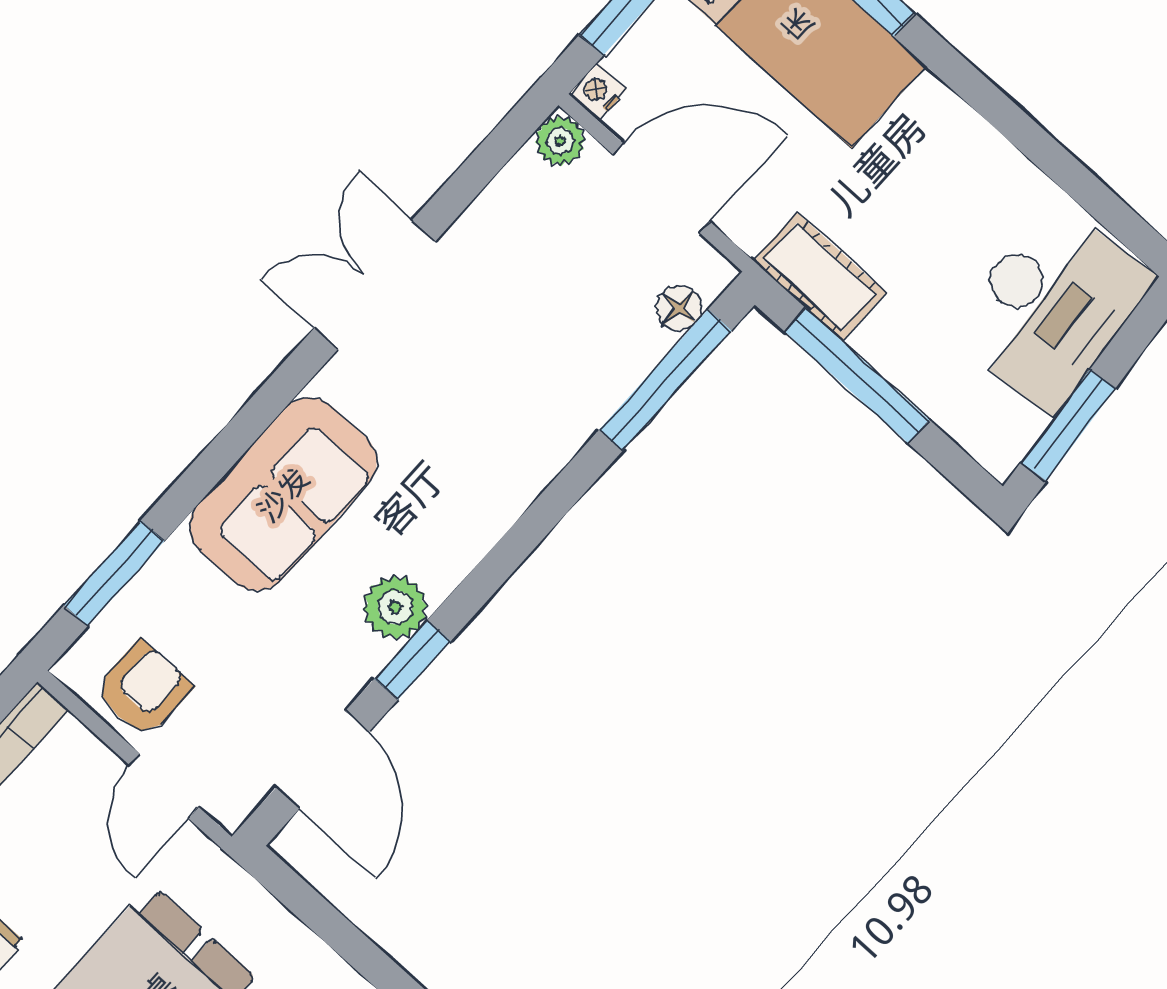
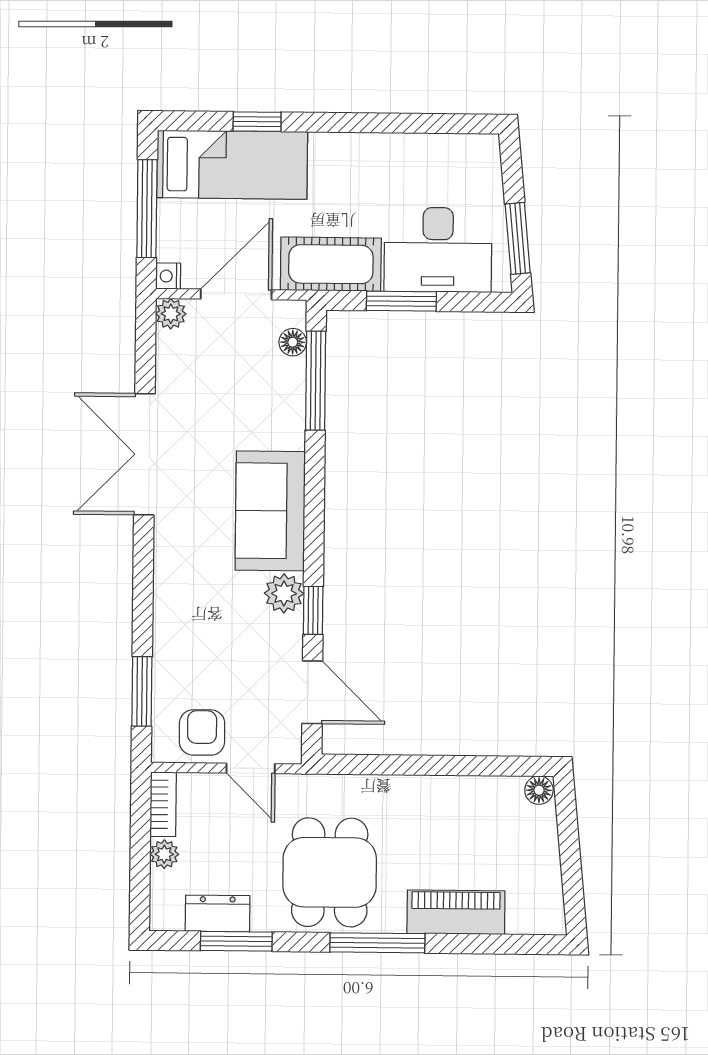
cot: (820, 277) -> (331, 264), width x1.37, depth x1.34
double door: (375, 285) -> (144, 454), width x1.37
desk: (1051, 306) -> (438, 250), moved, turned 95
window: (857, 376) -> (401, 301), width x0.69
sofa: (283, 494) -> (270, 511), moved, turned 180

